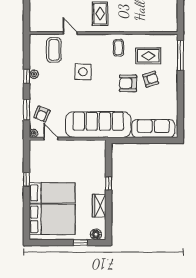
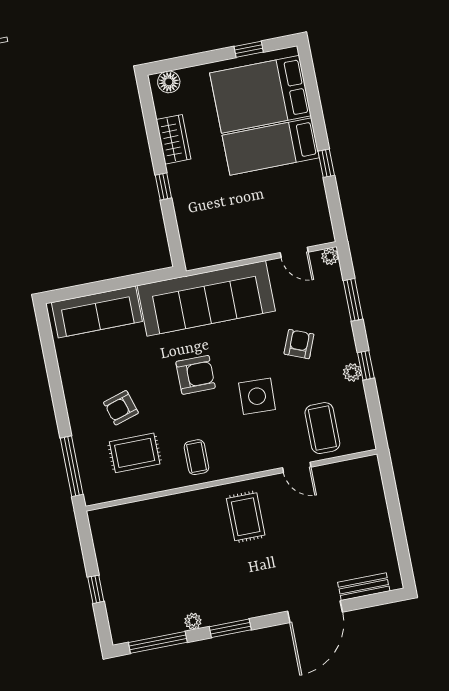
armchair: (128, 83) -> (196, 375), moved
armchair: (42, 114) -> (299, 344), moved
window: (80, 243) -> (249, 49), moved

